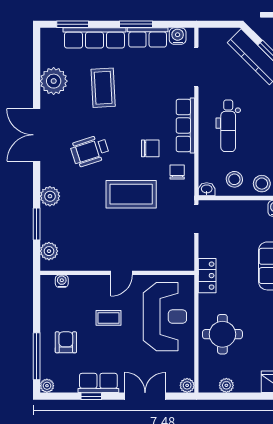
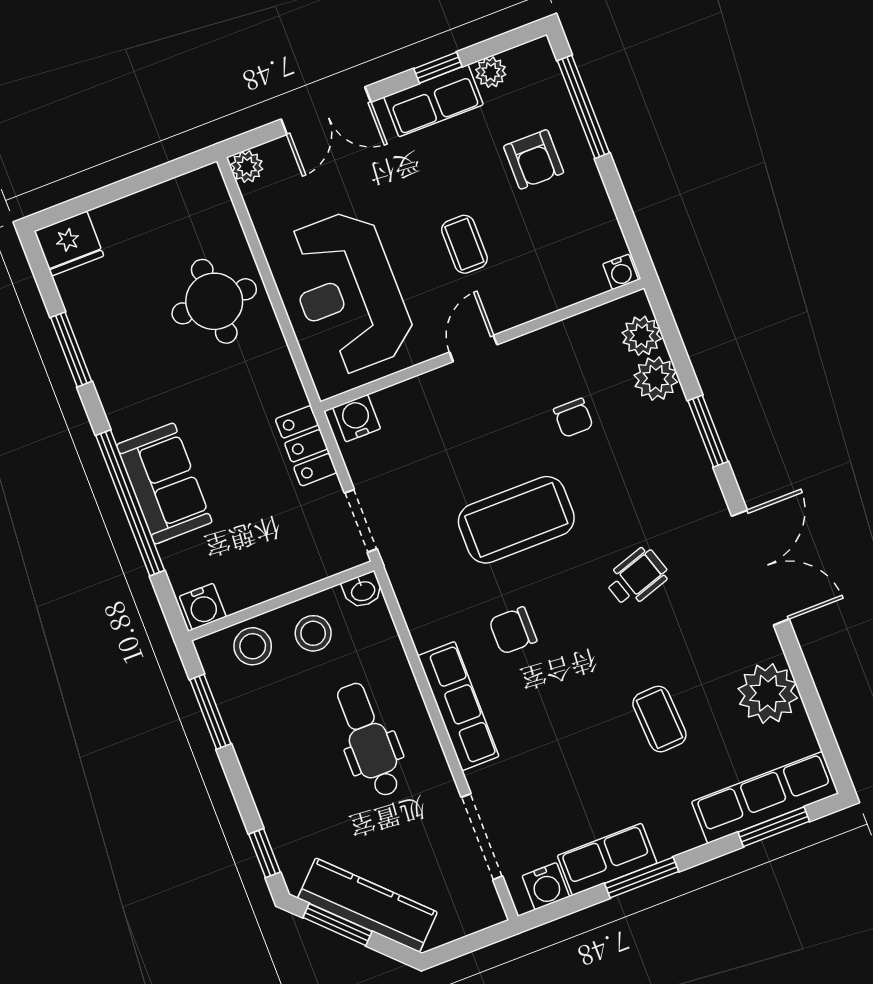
row of seats: (94, 38) -> (765, 798), moved
coffee table: (103, 88) -> (659, 719), width x0.73, depth x0.77
wheelchair: (90, 151) -> (637, 577), width x0.73, depth x0.73
chair: (177, 172) -> (573, 418), moved
plant: (50, 196) -> (656, 379), moved
window: (37, 224) -> (708, 431), moved
water cooler: (182, 262) -> (357, 418), added
locker: (207, 276) -> (306, 446), moved
water cooler: (62, 281) -> (621, 272), moved
coffee table: (108, 318) -> (464, 244), turned 90
plant: (226, 385) -> (165, 198), removed
plant: (47, 386) -> (491, 72), moved

